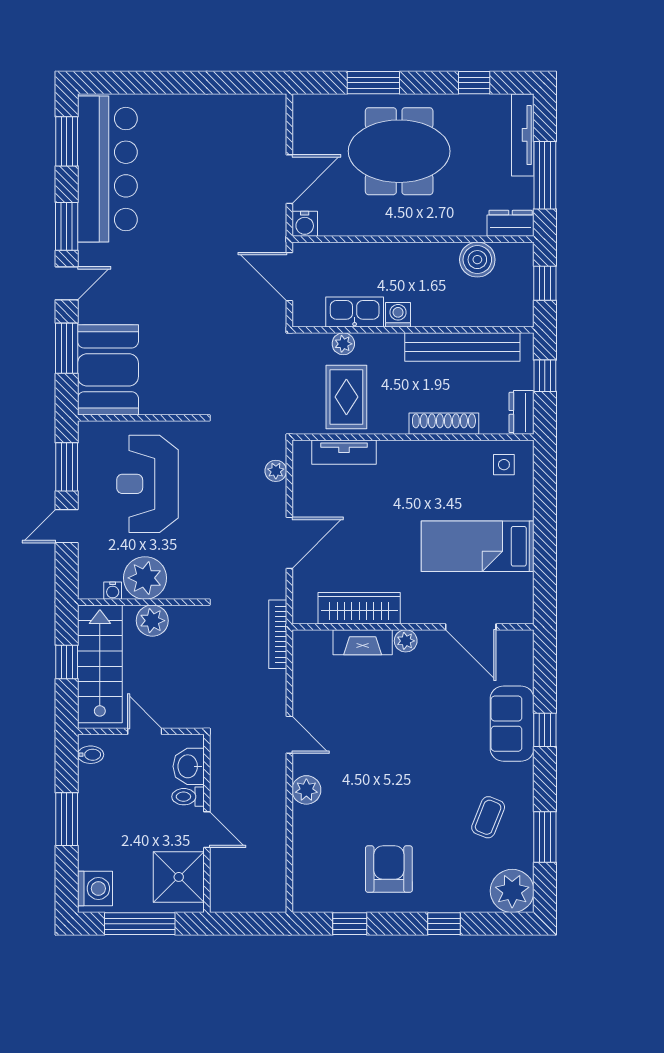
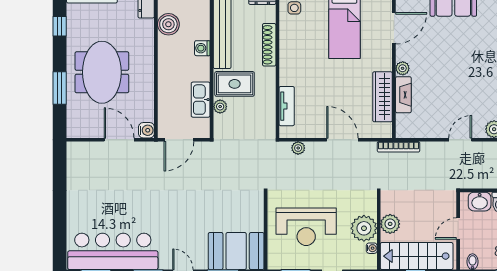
washing machine: (398, 315) -> (202, 48), moved
rug: (346, 397) -> (235, 84), moved

